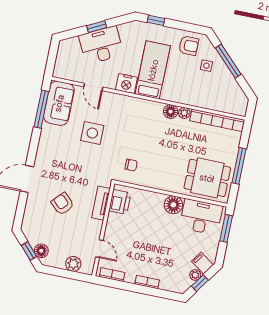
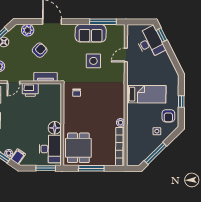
window: (156, 20) -> (181, 101), moved
window: (97, 27) -> (162, 35), moved
desk: (101, 45) -> (150, 42), moved
window: (228, 61) -> (155, 153), moved
nightstand: (126, 84) -> (133, 78), removed
sofa: (59, 103) -> (91, 33), moved
floor lamp: (171, 112) -> (120, 113), removed
printer: (120, 202) -> (30, 90), moved
plant: (32, 215) -> (28, 30), added

